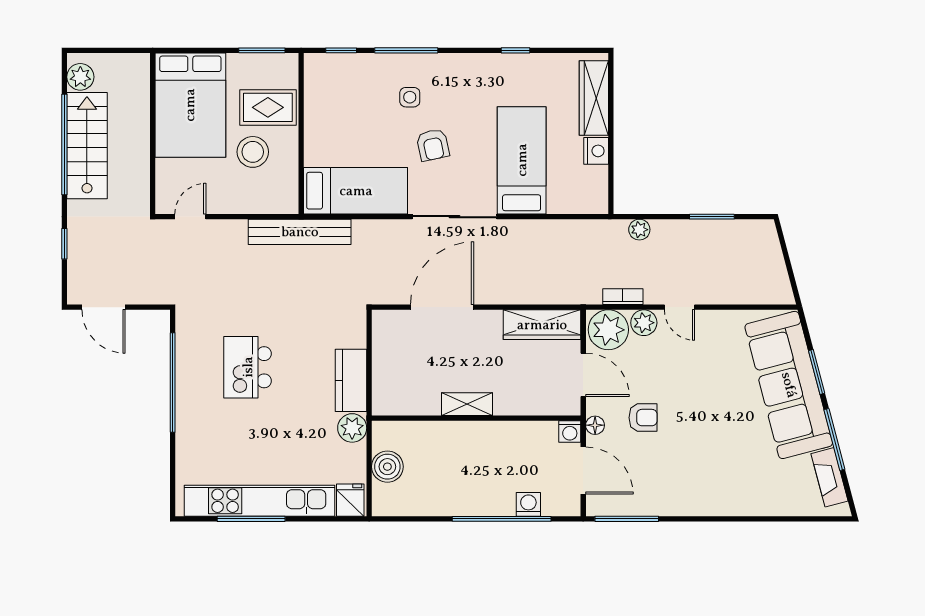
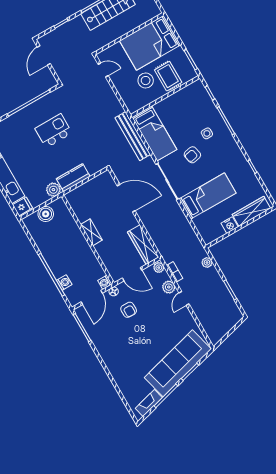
bench: (300, 232) -> (133, 136), moved
plant: (608, 330) -> (159, 268), width x0.53, depth x0.53
door: (583, 375) -> (132, 274), hinge flipped

